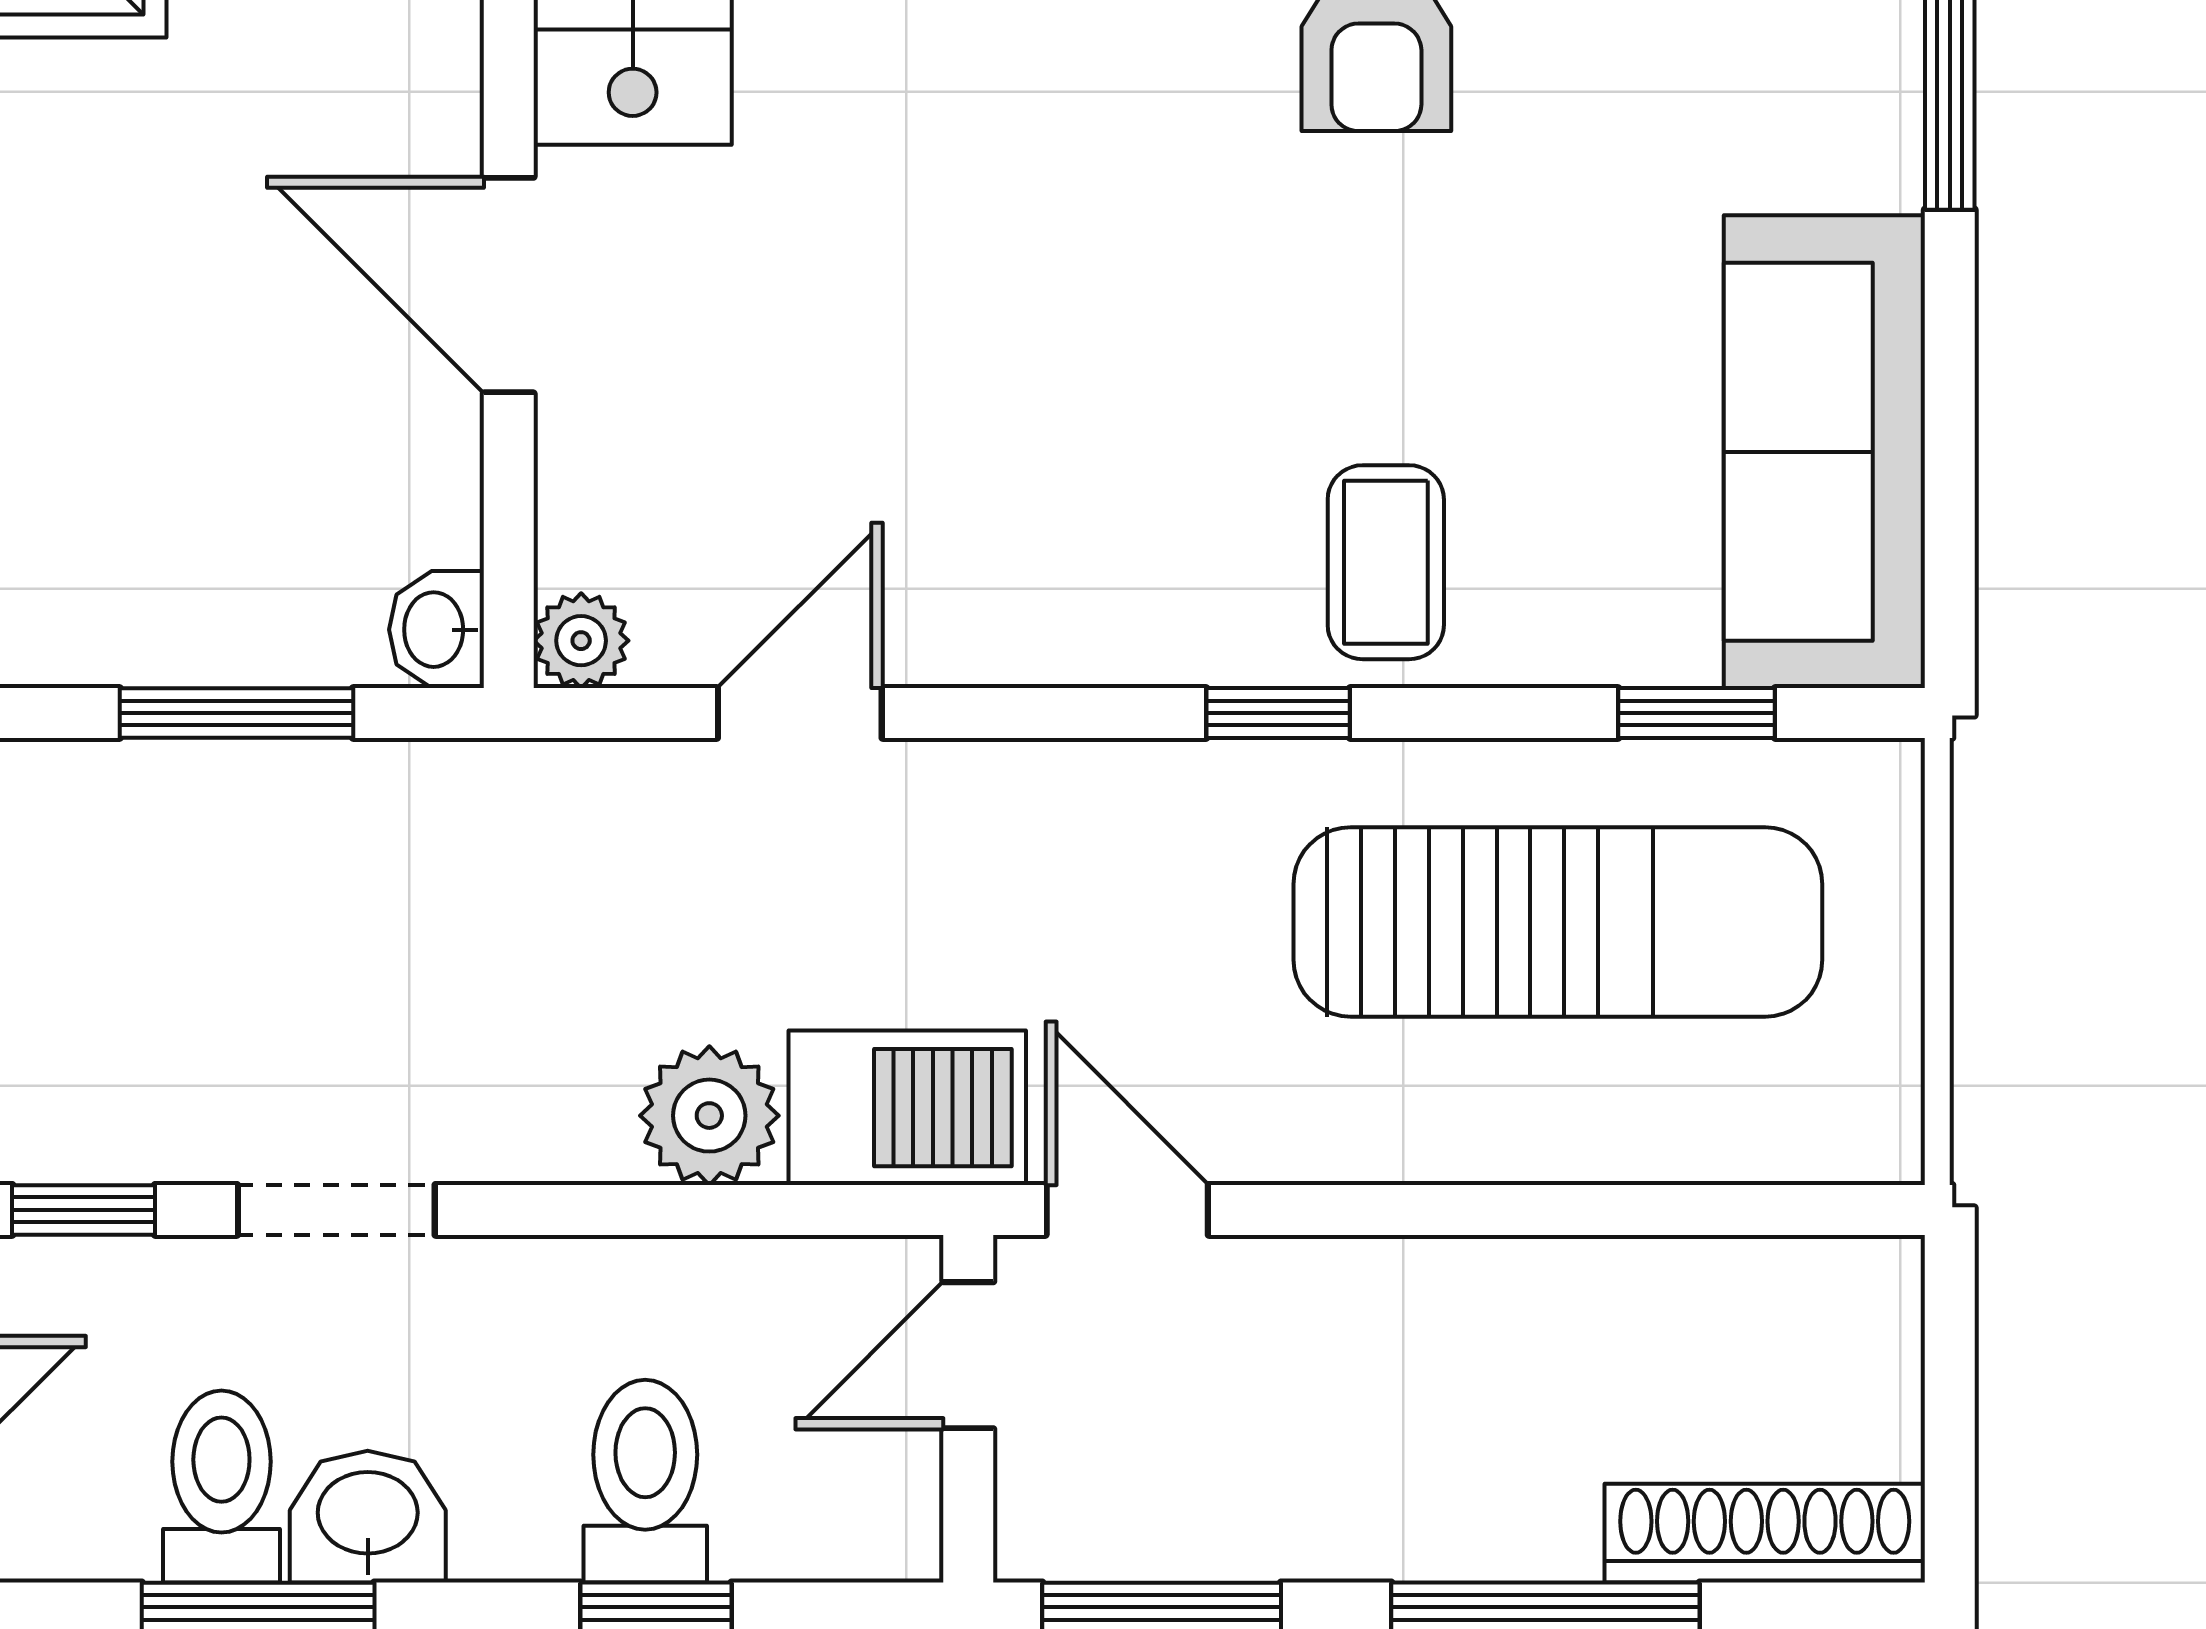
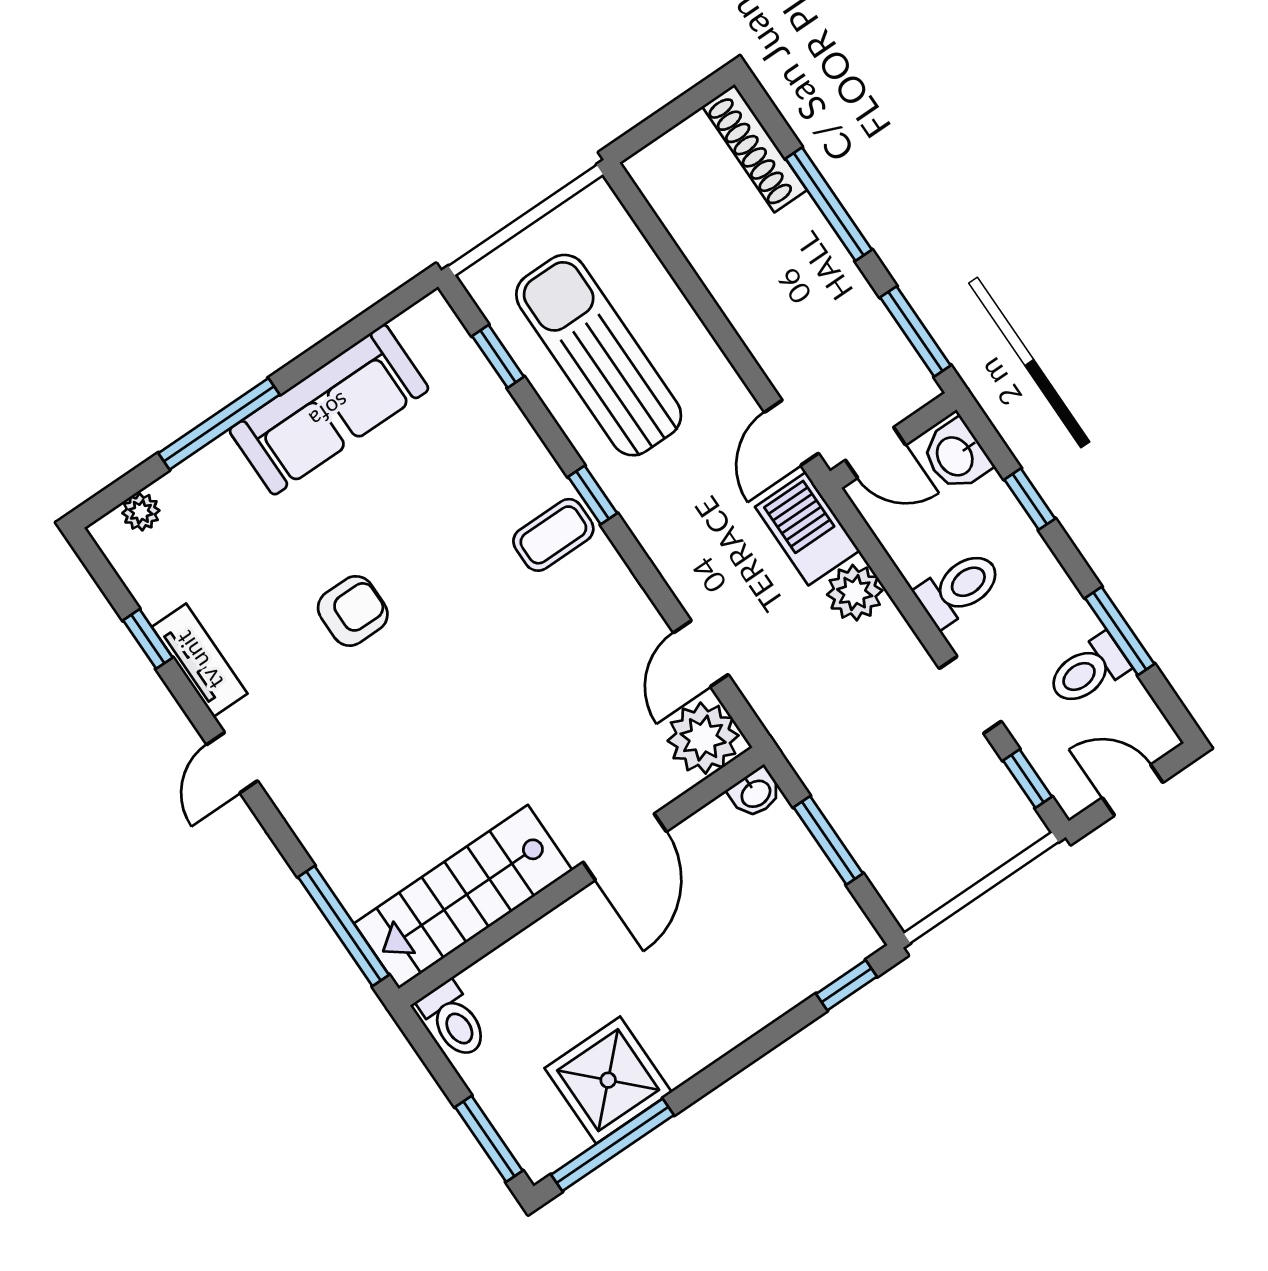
sofa: (1824, 452) -> (329, 410), moved
coffee table: (1386, 562) -> (553, 535), moved
plant: (581, 641) -> (703, 738), width x1.88, depth x1.88
door: (800, 713) -> (701, 654), hinge flipped
toilet: (645, 1481) -> (959, 588), moved, turned 180
washbasin: (368, 1517) -> (956, 456), moved

